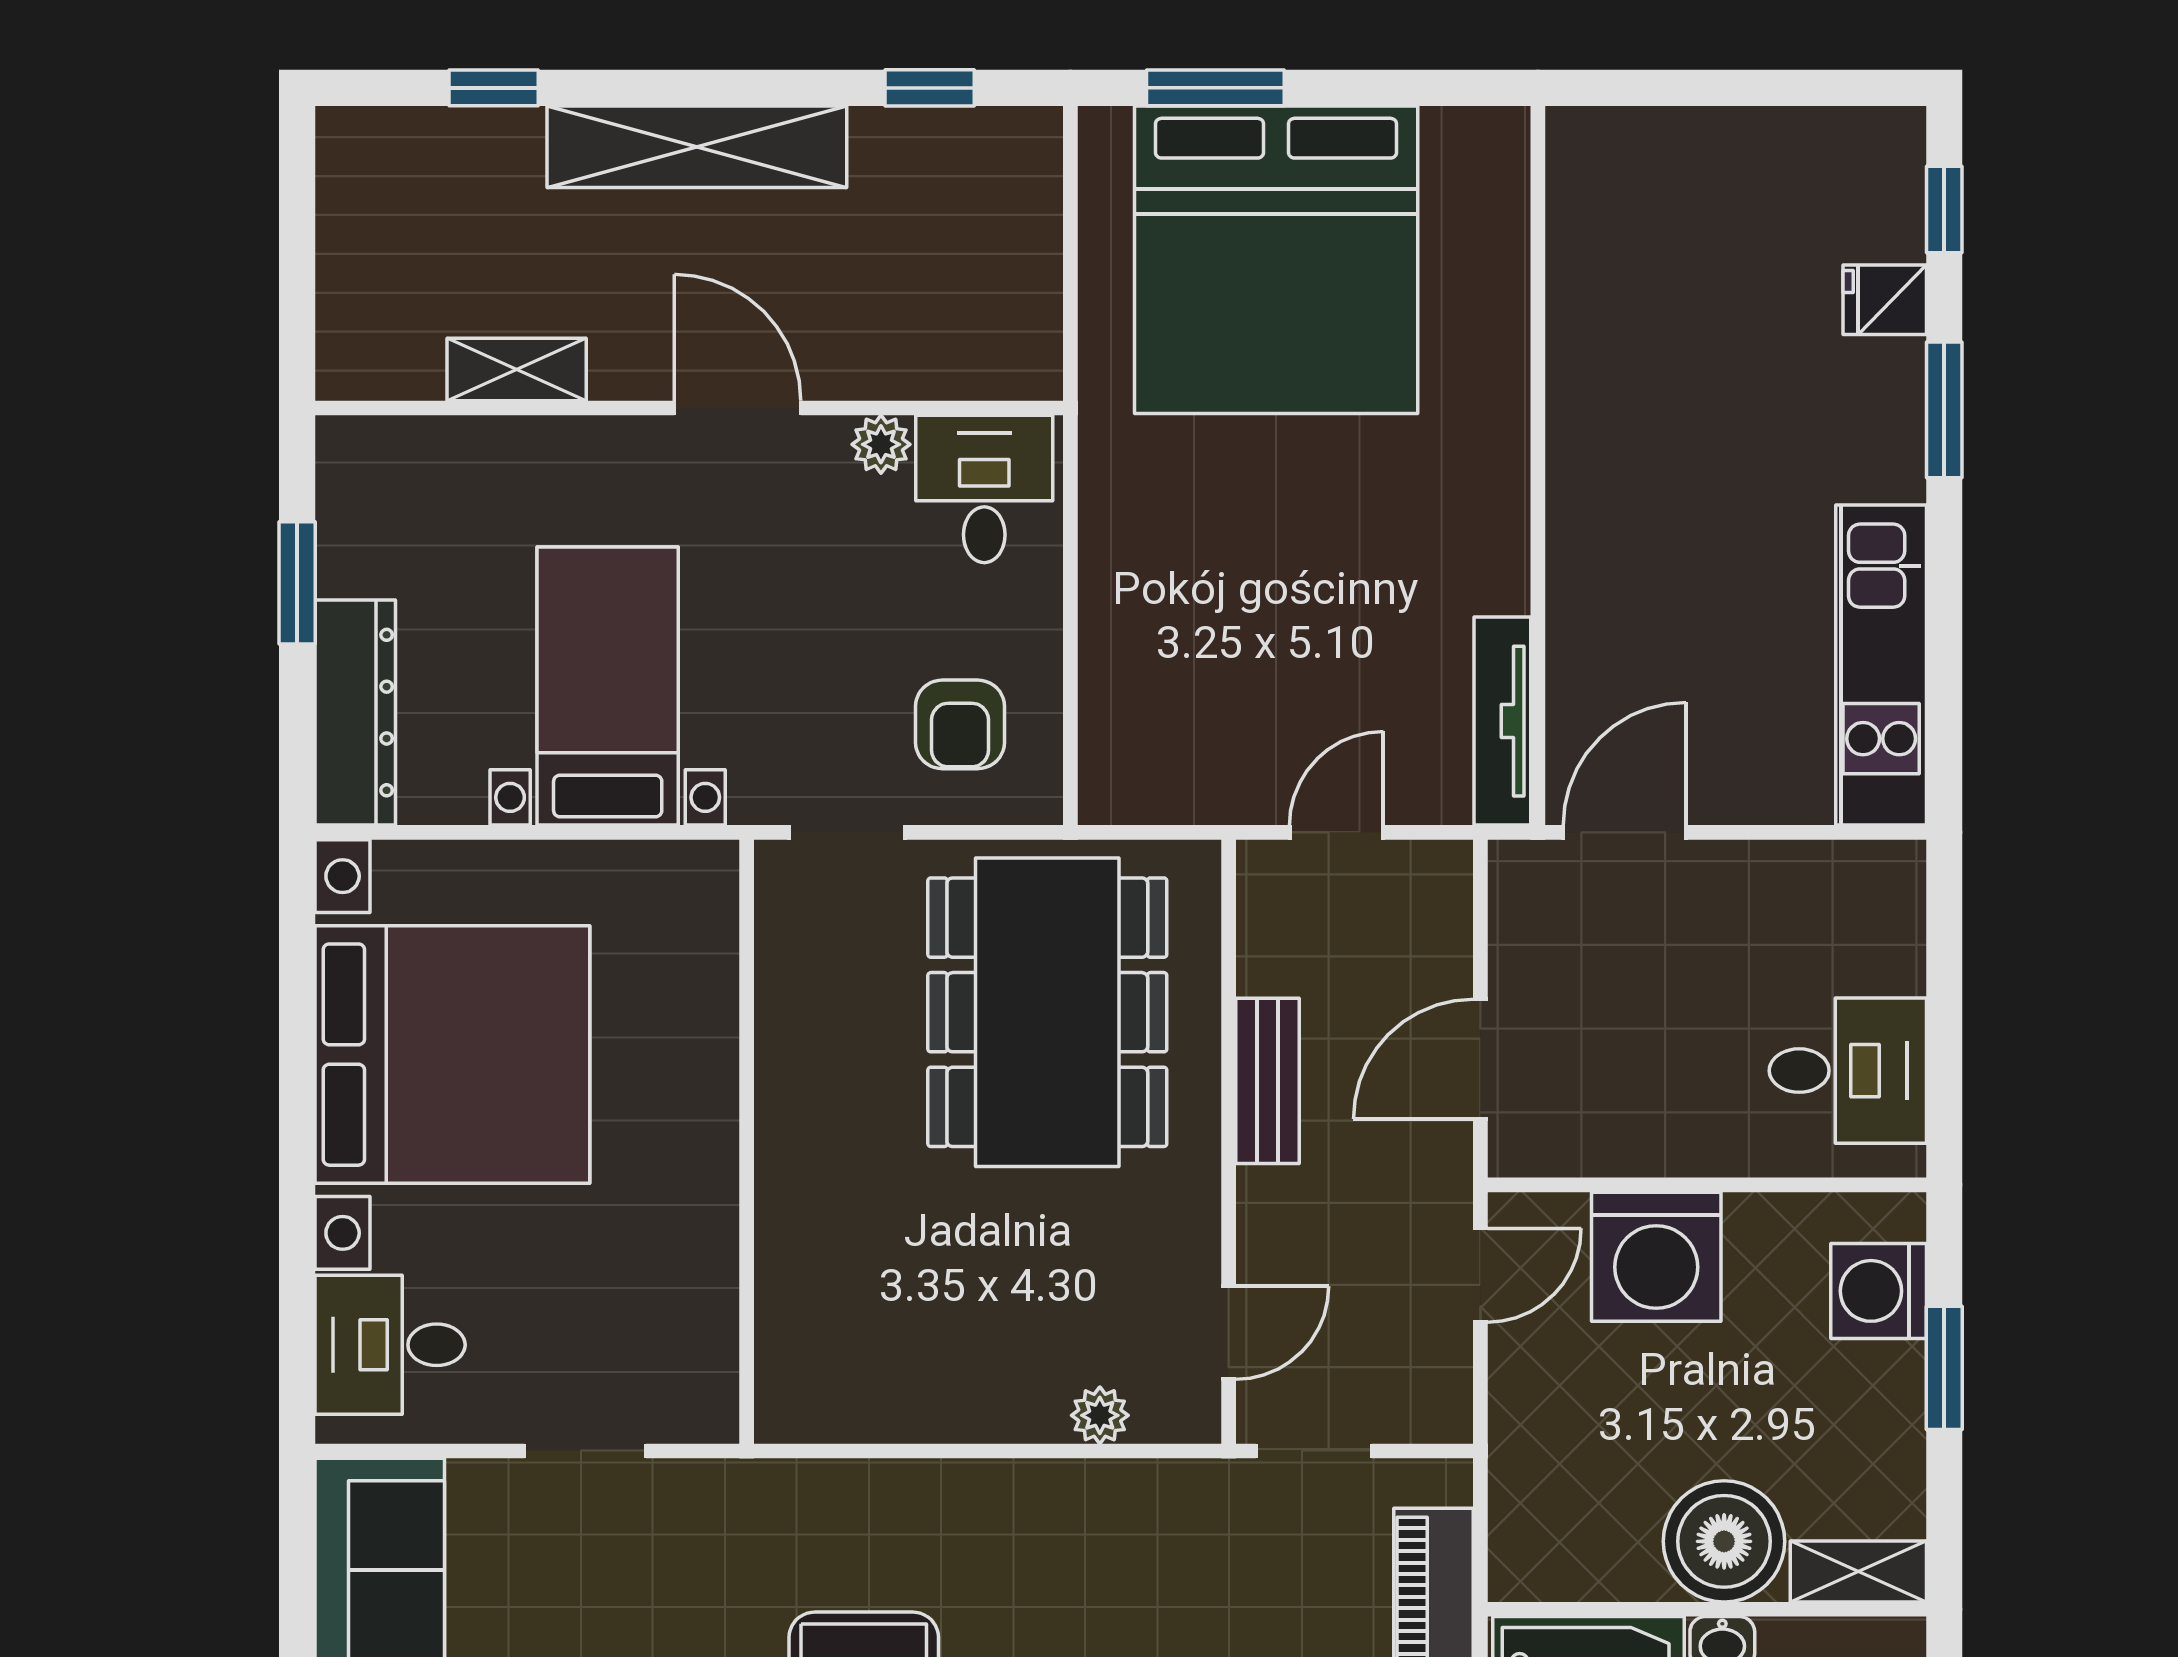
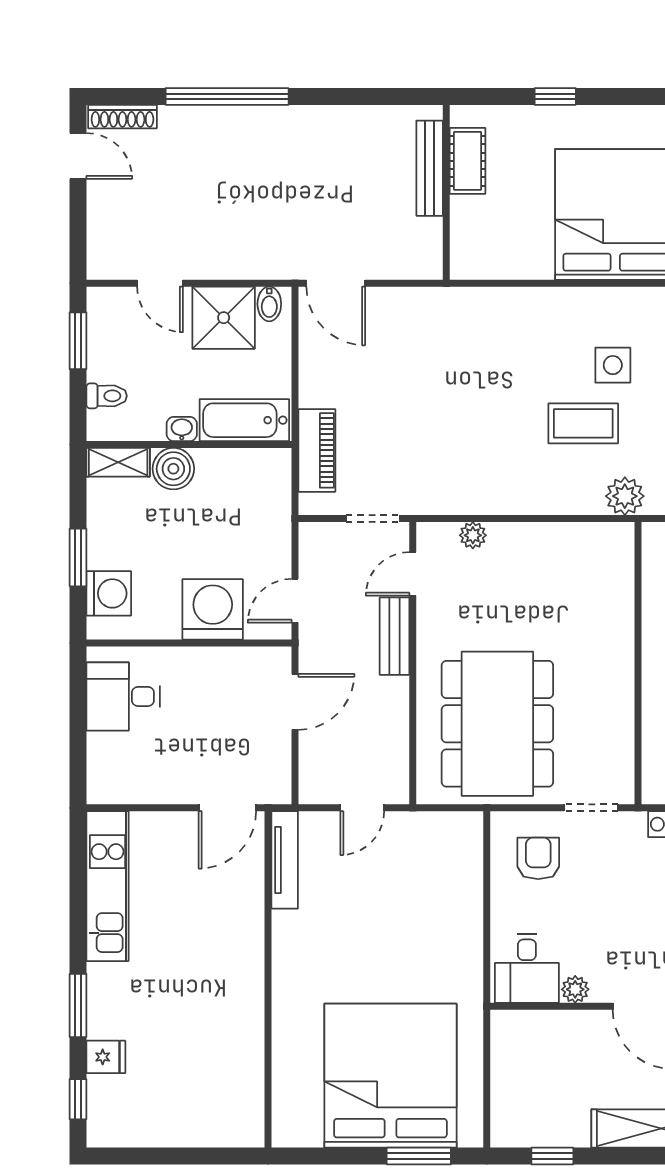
bench: (1267, 1081) -> (395, 636), moved
plant: (775, 1499) -> (625, 496), added
boiler: (1724, 1541) -> (173, 469), width x0.73, depth x0.73

